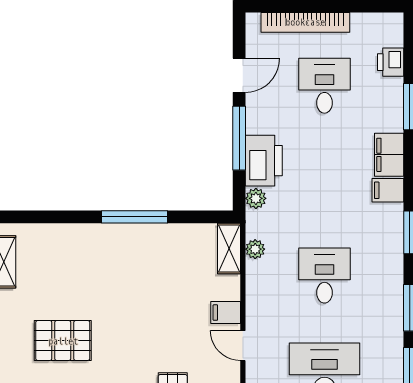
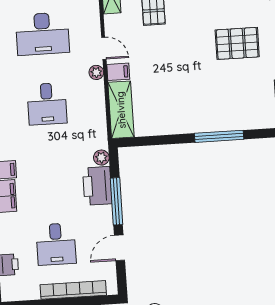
window: (135, 217) -> (219, 136), moved
shelving: (229, 249) -> (121, 110), width x1.50, depth x1.33
plant: (255, 249) -> (96, 72), moved

